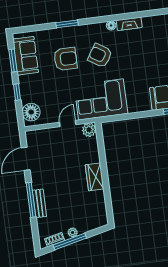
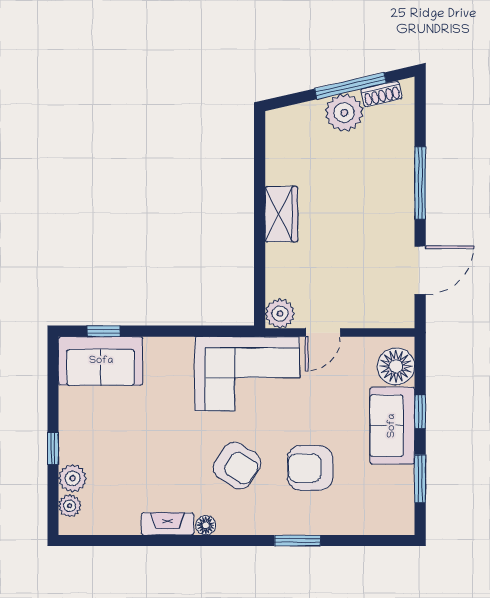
sofa: (26, 56) -> (392, 426), moved
bench: (39, 203) -> (403, 174), removed
plant: (73, 232) -> (344, 113), width x1.87, depth x1.87

